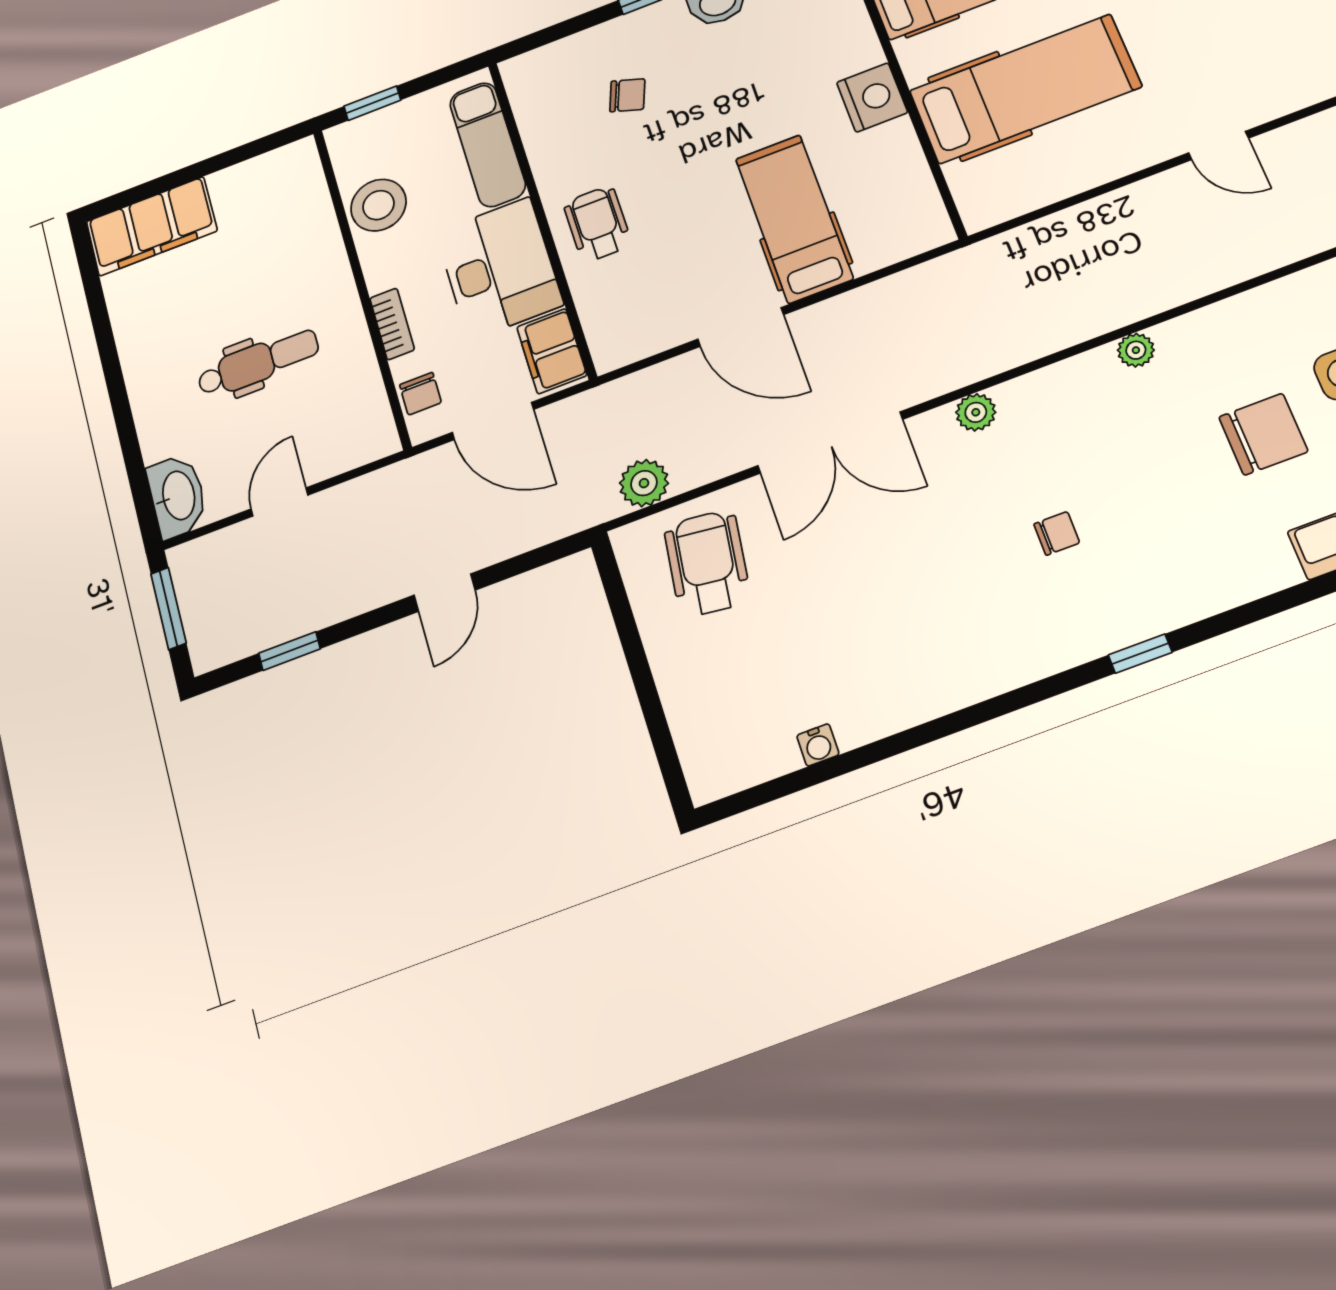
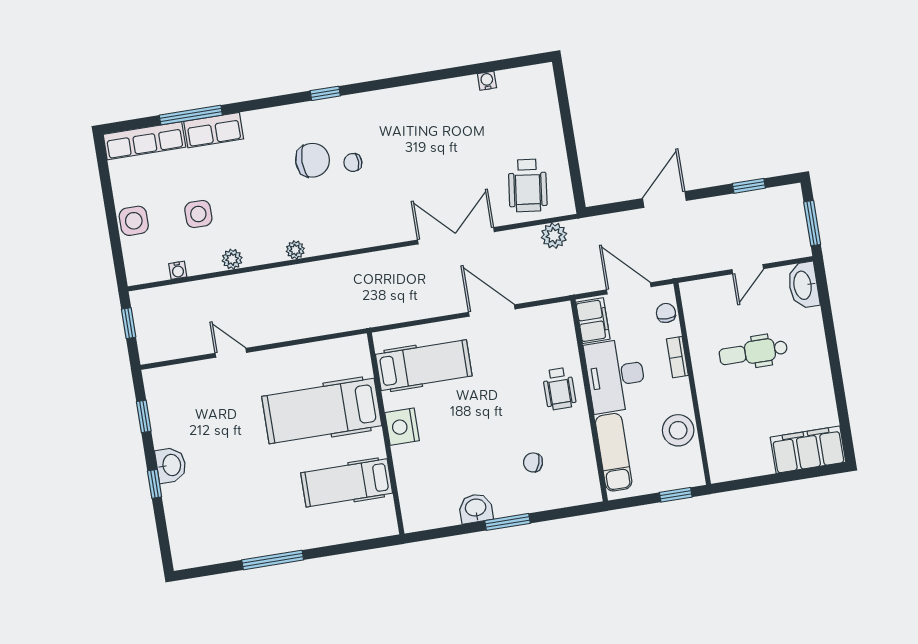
hospital bed: (794, 218) -> (424, 365), moved, turned -90
plant: (976, 412) -> (232, 259), moved
chair: (1263, 434) -> (312, 160), moved, turned 180
door: (445, 593) -> (664, 200), width x1.38

